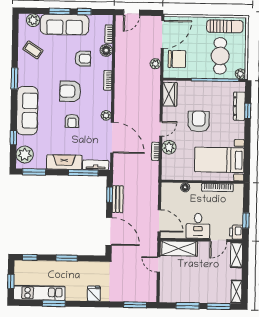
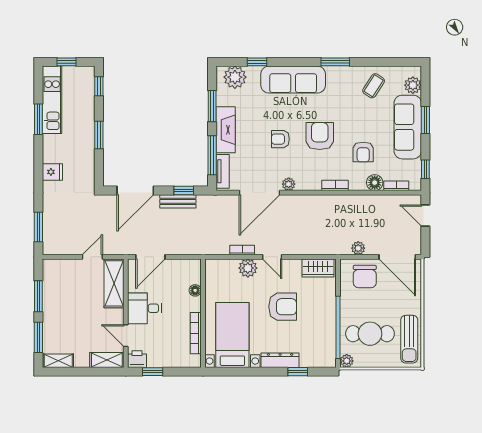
window: (84, 12) -> (425, 169), moved
dresser: (239, 106) -> (280, 360), moved
window: (34, 172) -> (212, 106), moved

